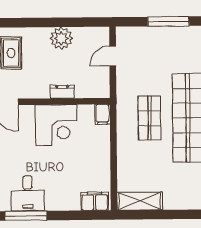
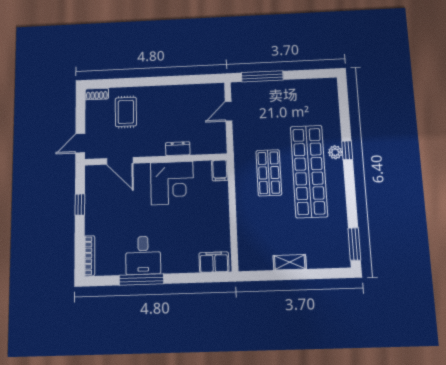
window: (168, 21) -> (262, 76), moved
plant: (61, 38) -> (176, 96), removed
shelving: (140, 201) -> (290, 262), moved, width x0.67, depth x0.75

